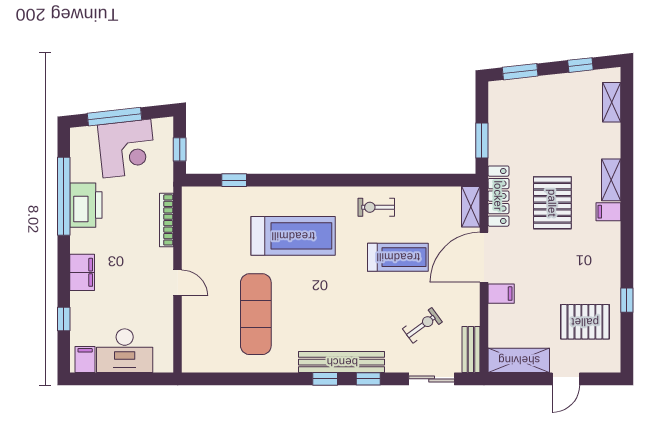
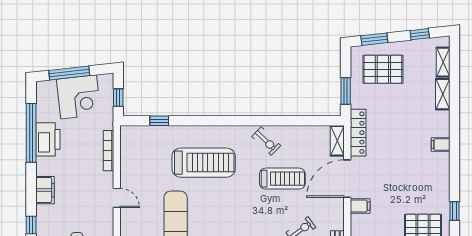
shelving: (611, 180) -> (443, 94), moved
pallet: (552, 203) -> (383, 69), moved, turned 90
exercise bike: (376, 207) -> (266, 141), turned -136

